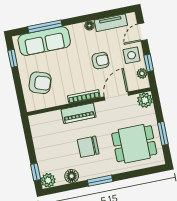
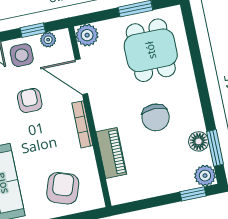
piano: (79, 113) -> (111, 153), moved
window: (100, 181) -> (215, 148), moved

